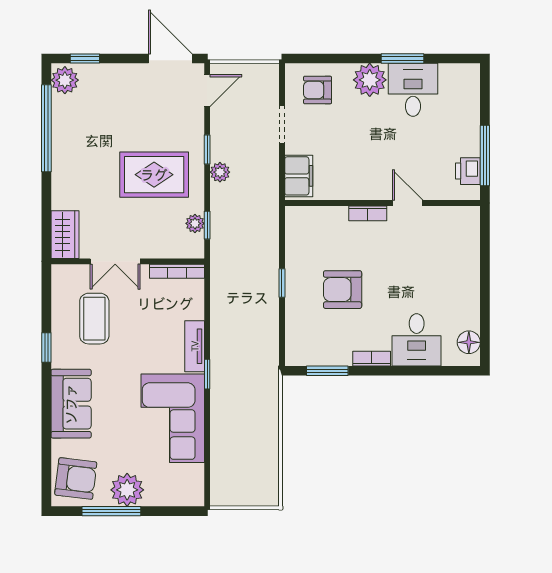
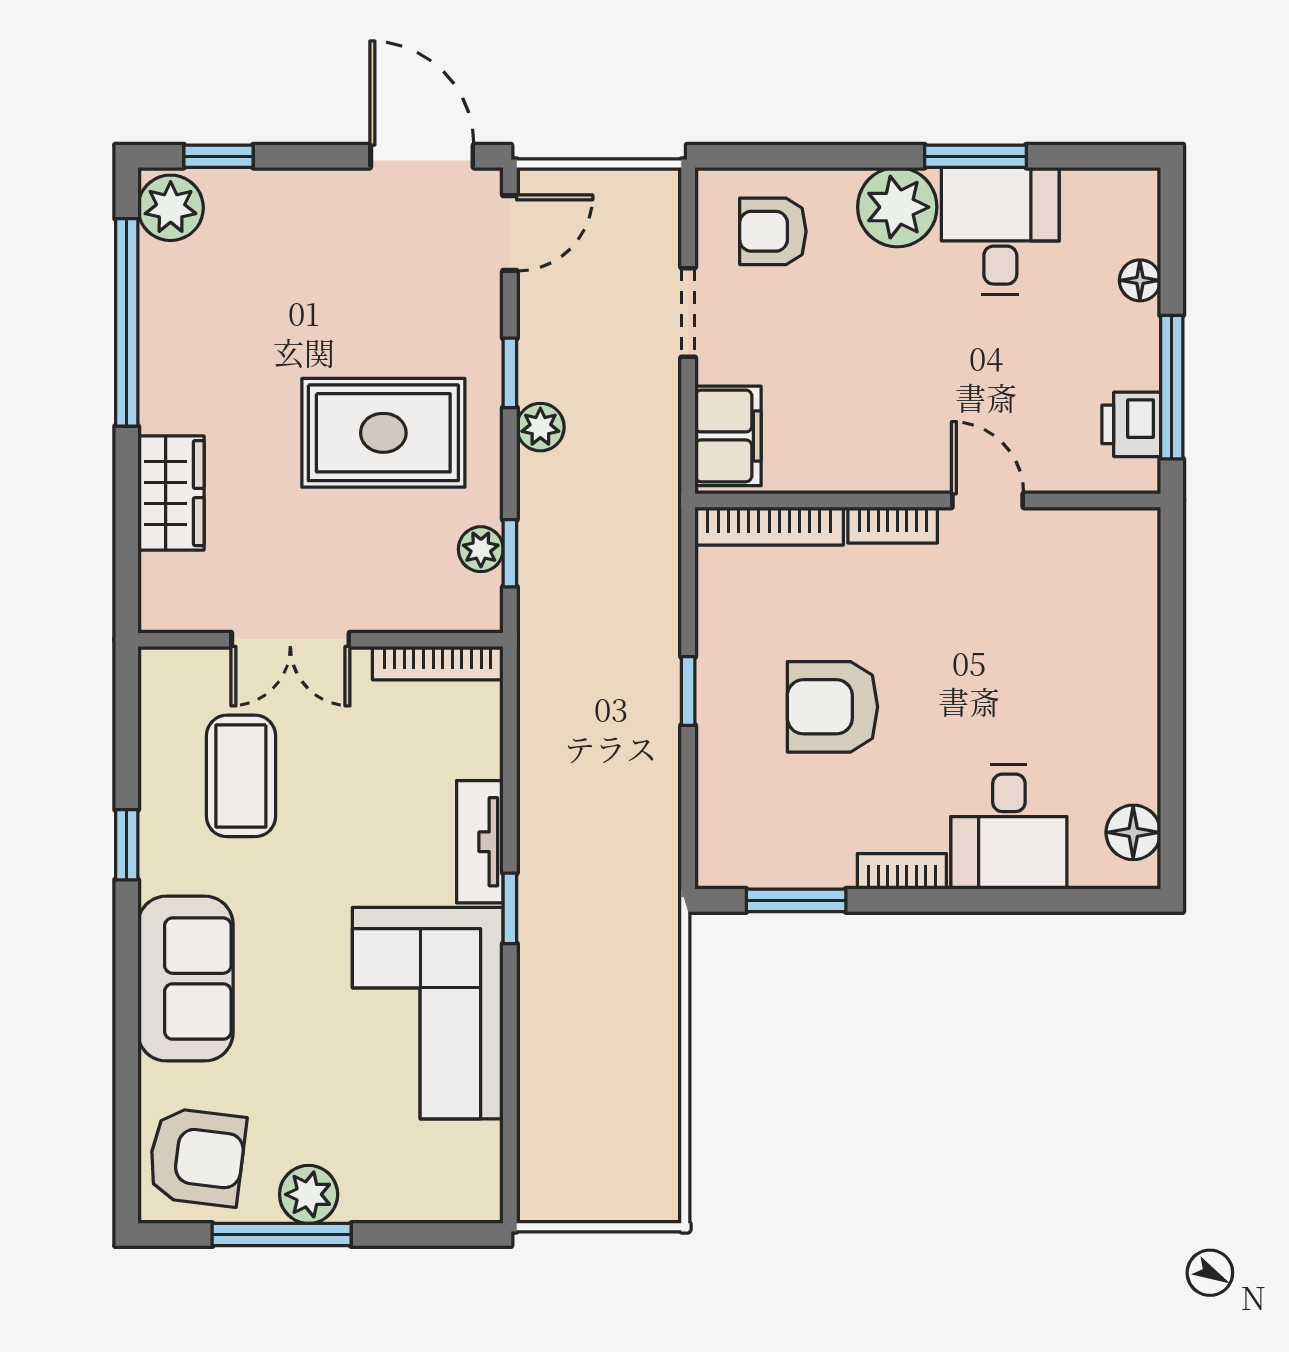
floor lamp: (472, 111) -> (1140, 280), added
bookcase: (316, 214) -> (769, 526), added
wardrobe: (65, 235) -> (171, 493), moved
plant: (127, 490) -> (309, 1194), width x0.73, depth x0.73

